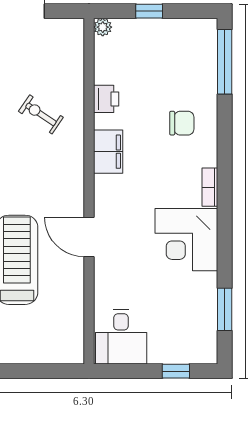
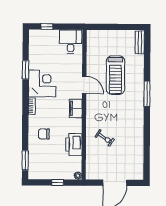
window: (225, 62) -> (25, 160), width x0.69
printer: (106, 99) -> (74, 145), width x1.87, depth x1.48
filing cabinet: (108, 152) -> (76, 108), moved
window: (225, 309) -> (26, 70), moved

